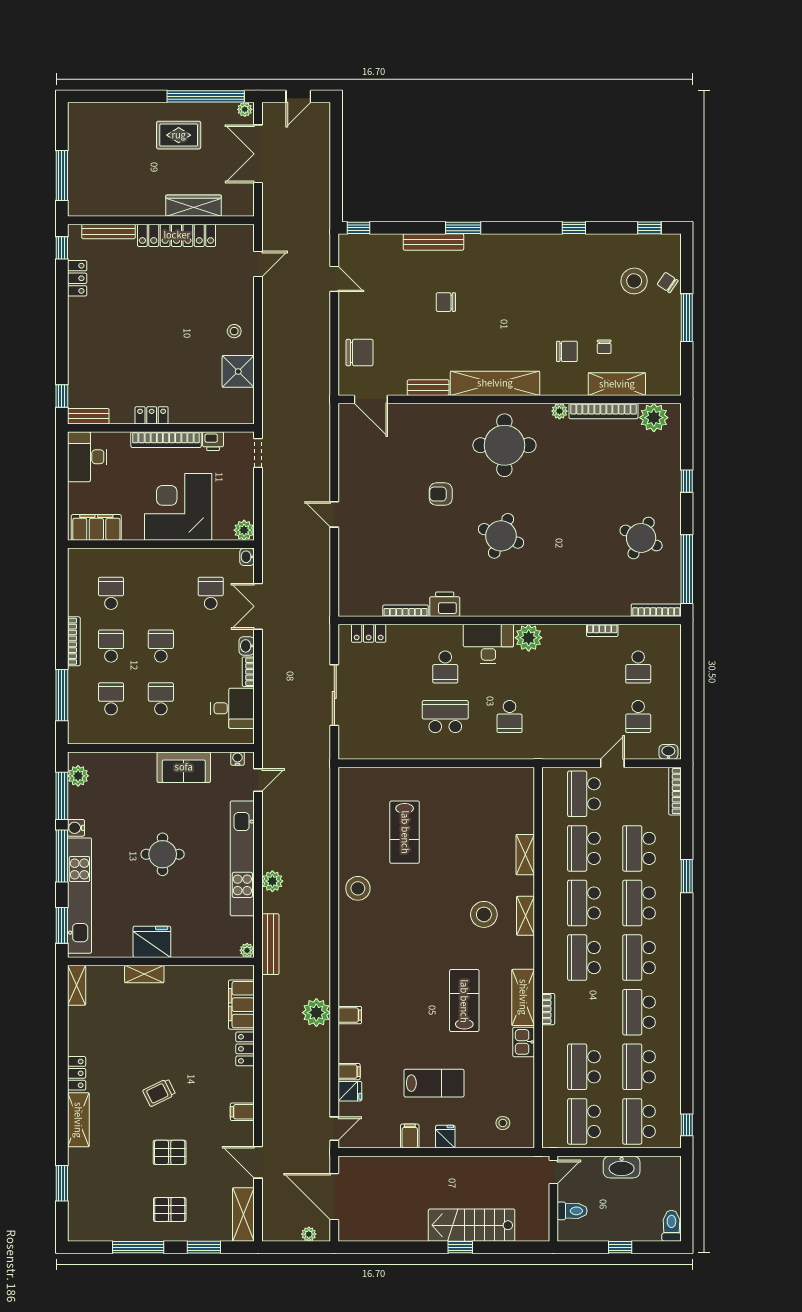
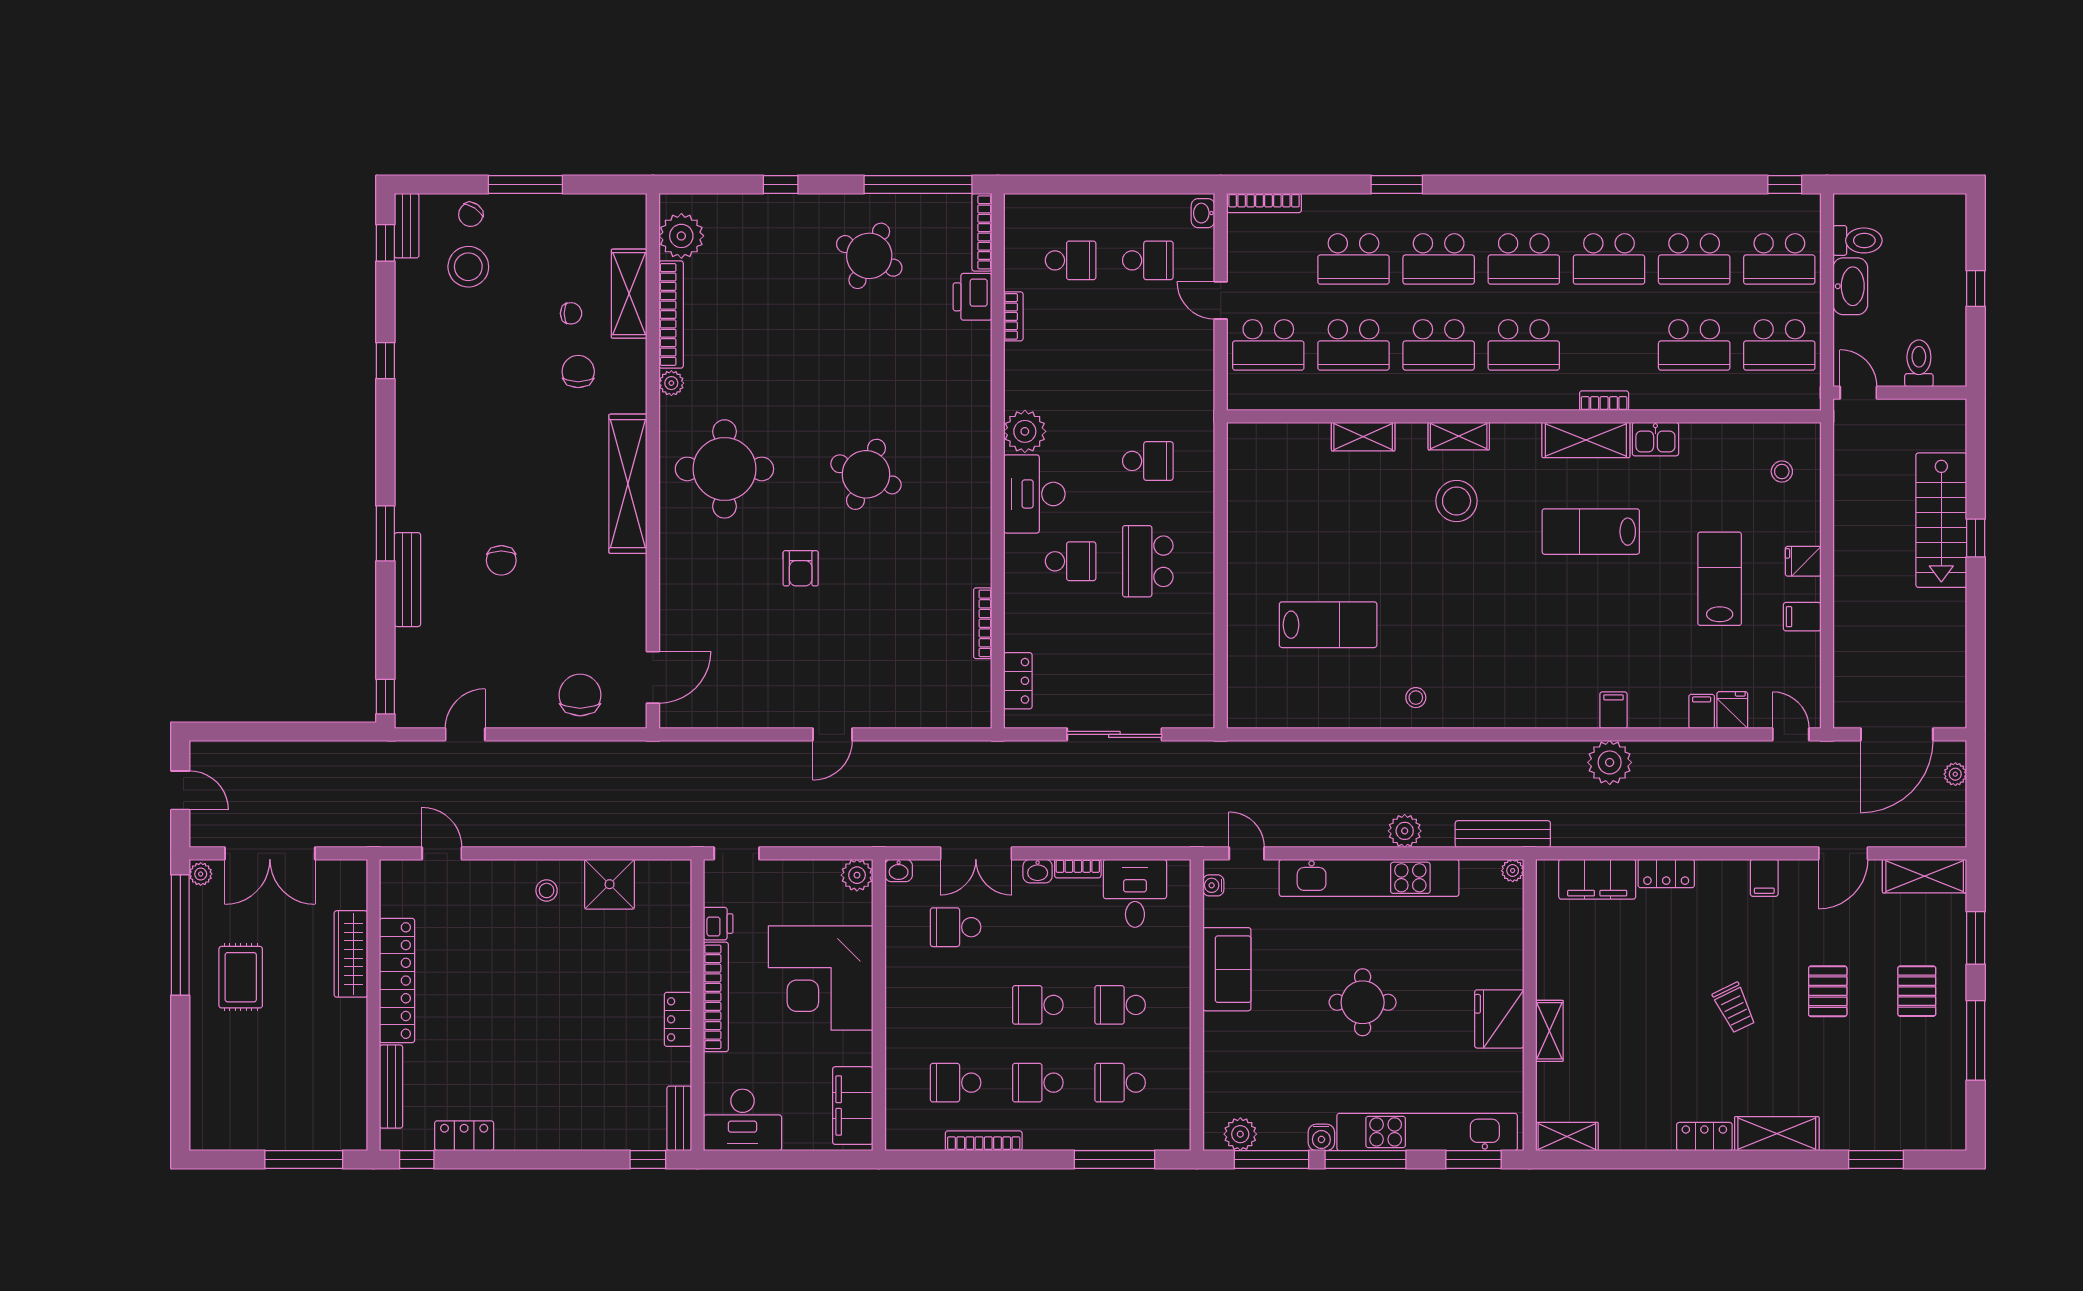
bench: (428, 388) -> (407, 226), moved
printer: (445, 604) -> (972, 297), moved
bookcase: (74, 641) -> (984, 1141), moved
stool: (358, 888) -> (1416, 698), width x0.53, depth x0.53
toilet: (671, 1226) -> (1857, 240), moved, turned 180

